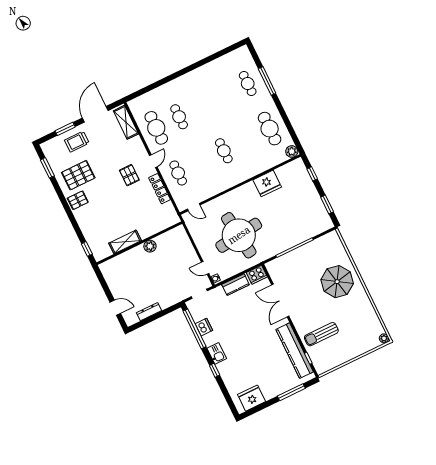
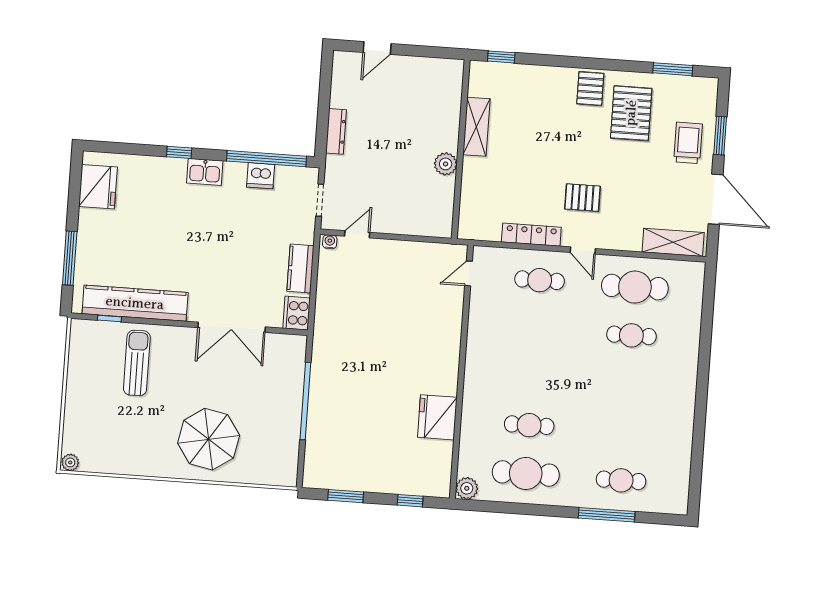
cafe table: (224, 151) -> (529, 425), moved
round table: (239, 235) -> (379, 321), removed
double door: (280, 301) -> (232, 327), swing flipped
dresser: (149, 312) -> (336, 131), moved

